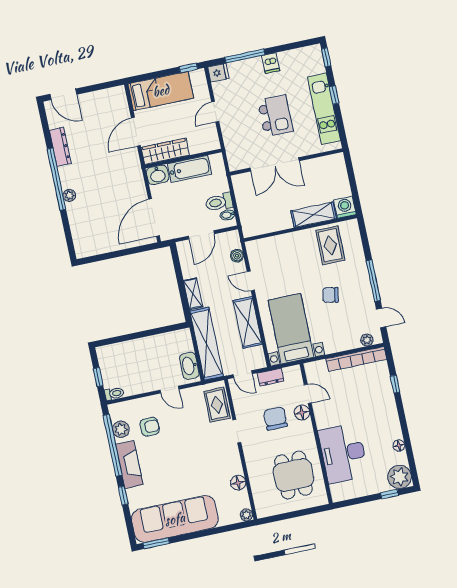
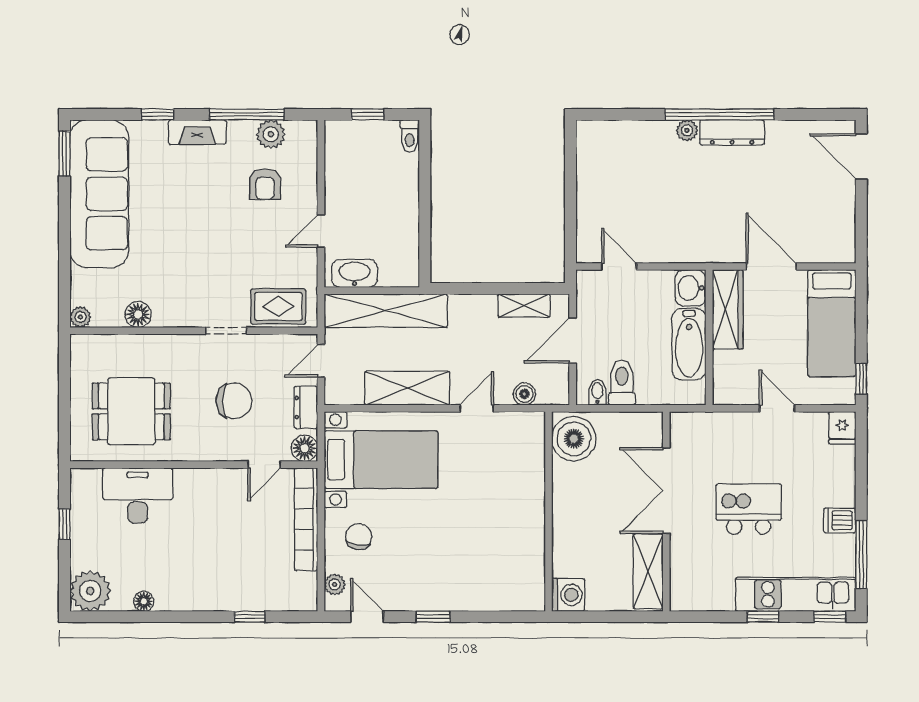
window: (245, 56) -> (861, 554), moved
door: (63, 94) -> (861, 156), hinge flipped
kitchen unit: (324, 109) -> (796, 594), moved
kitchen island: (275, 116) -> (749, 509), turned 180
dresser: (60, 147) -> (732, 132), moved
shelving: (314, 215) -> (648, 571), moved
door: (154, 217) -> (619, 266), width x0.53
boiler: (256, 223) -> (574, 439), added
door: (201, 235) -> (573, 341), hinge flipped
rug: (330, 245) -> (509, 556), removed
window: (373, 281) -> (433, 617), width x0.46
shelving: (193, 294) -> (524, 306), moved
chair: (330, 295) -> (359, 537), moved
door: (381, 318) -> (367, 617), swing flipped
bookcase: (356, 359) -> (306, 519), moved
toilet: (114, 394) -> (410, 136), moved
floor lamp: (302, 413) -> (305, 448), moved
window: (113, 445) -> (247, 114), width x0.68
desk: (343, 453) -> (138, 495), width x0.73, depth x0.77
fireplace: (129, 465) -> (197, 132), width x0.73, depth x0.76
window: (389, 494) -> (64, 524), moved

